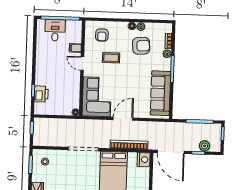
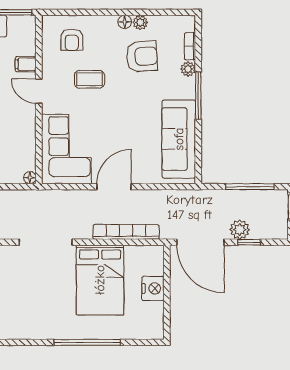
plant: (205, 146) -> (240, 230), moved
nightstand: (144, 160) -> (153, 288), moved

